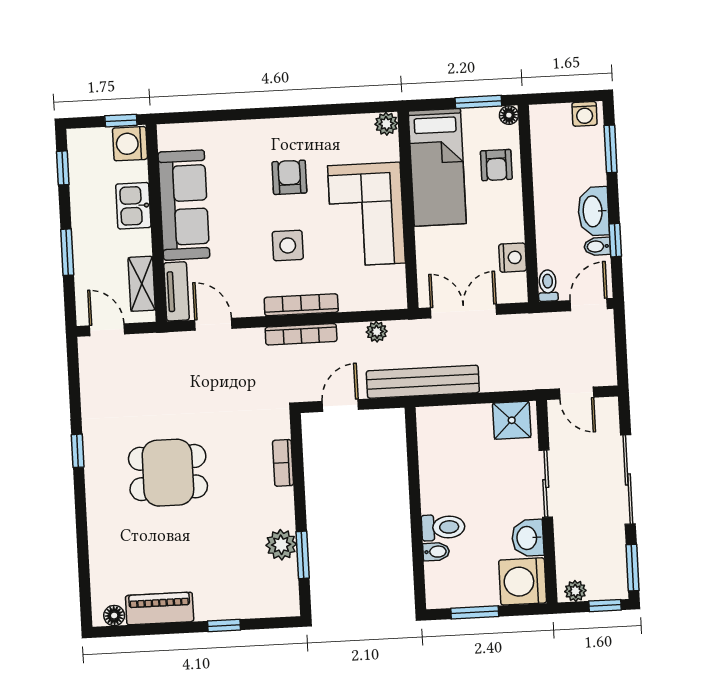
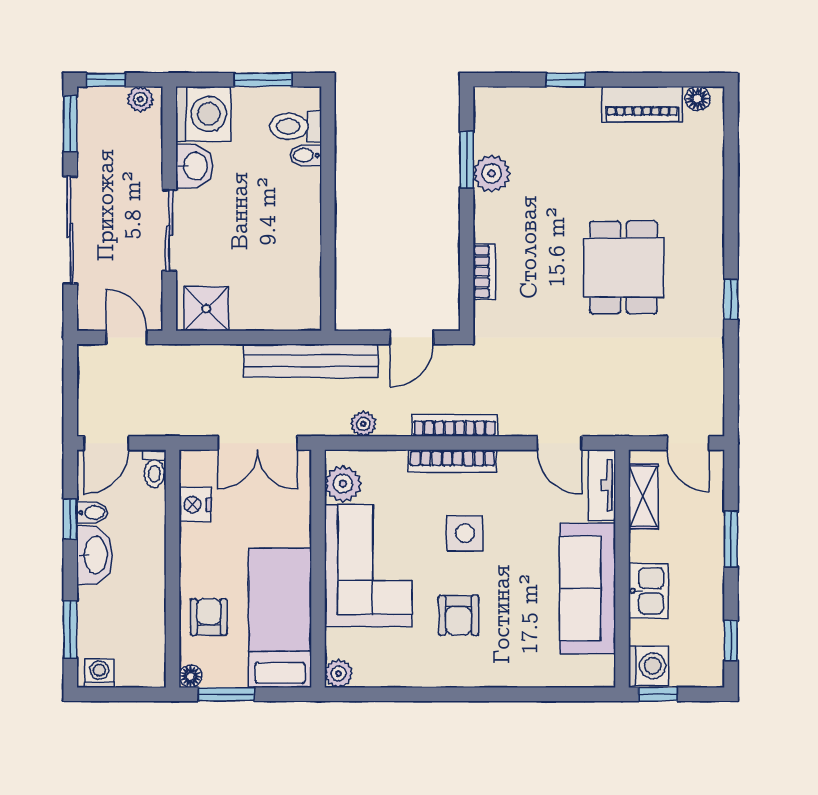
plant: (391, 281) -> (343, 484), added
dining table: (168, 473) -> (624, 267), turned 90
toilet: (443, 527) -> (296, 126), moved

